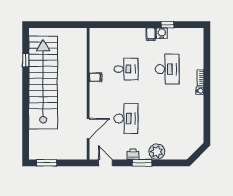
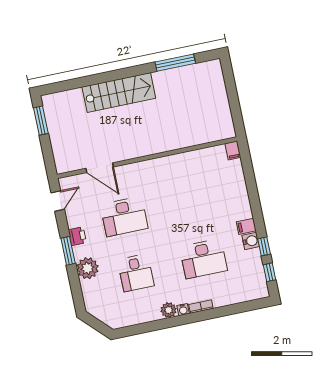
window: (186, 25) -> (269, 272), added
window: (26, 60) -> (175, 63), width x2.17
desk: (126, 69) -> (136, 273), moved
filing cabinet: (96, 77) -> (233, 150), moved
stairs: (43, 83) -> (119, 93), width x0.54, depth x0.66
plant: (198, 101) -> (169, 310), added

